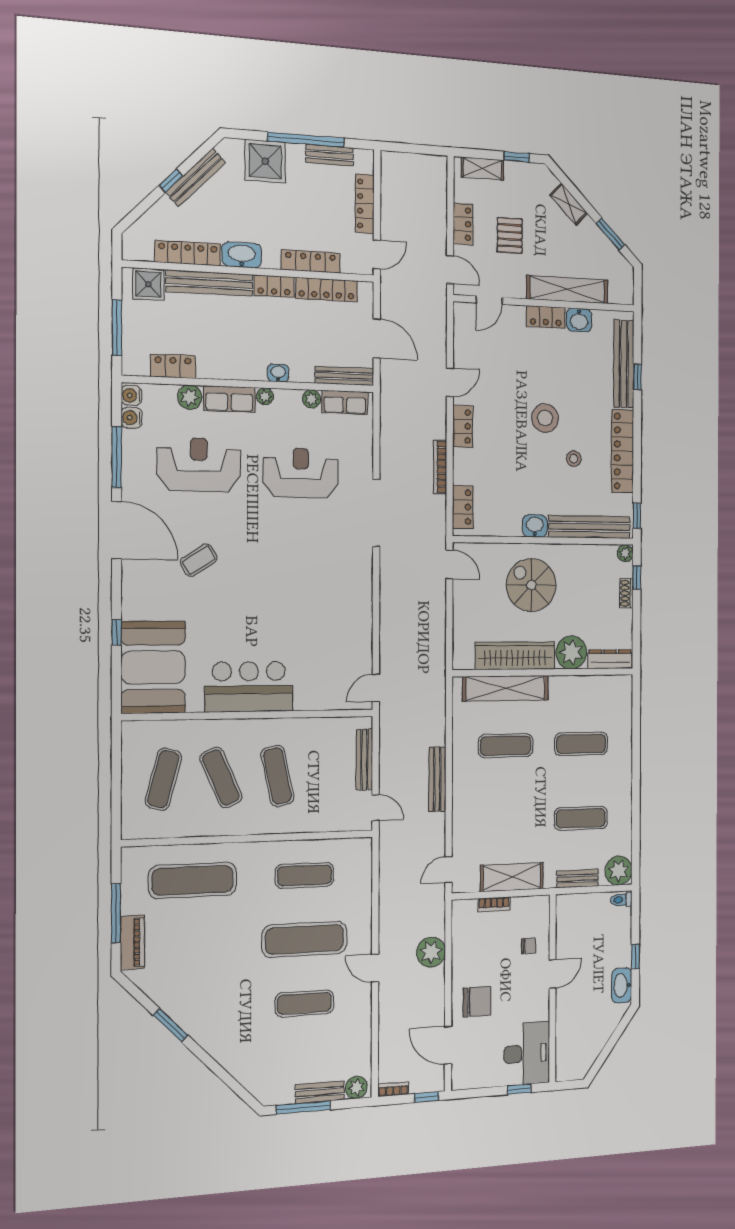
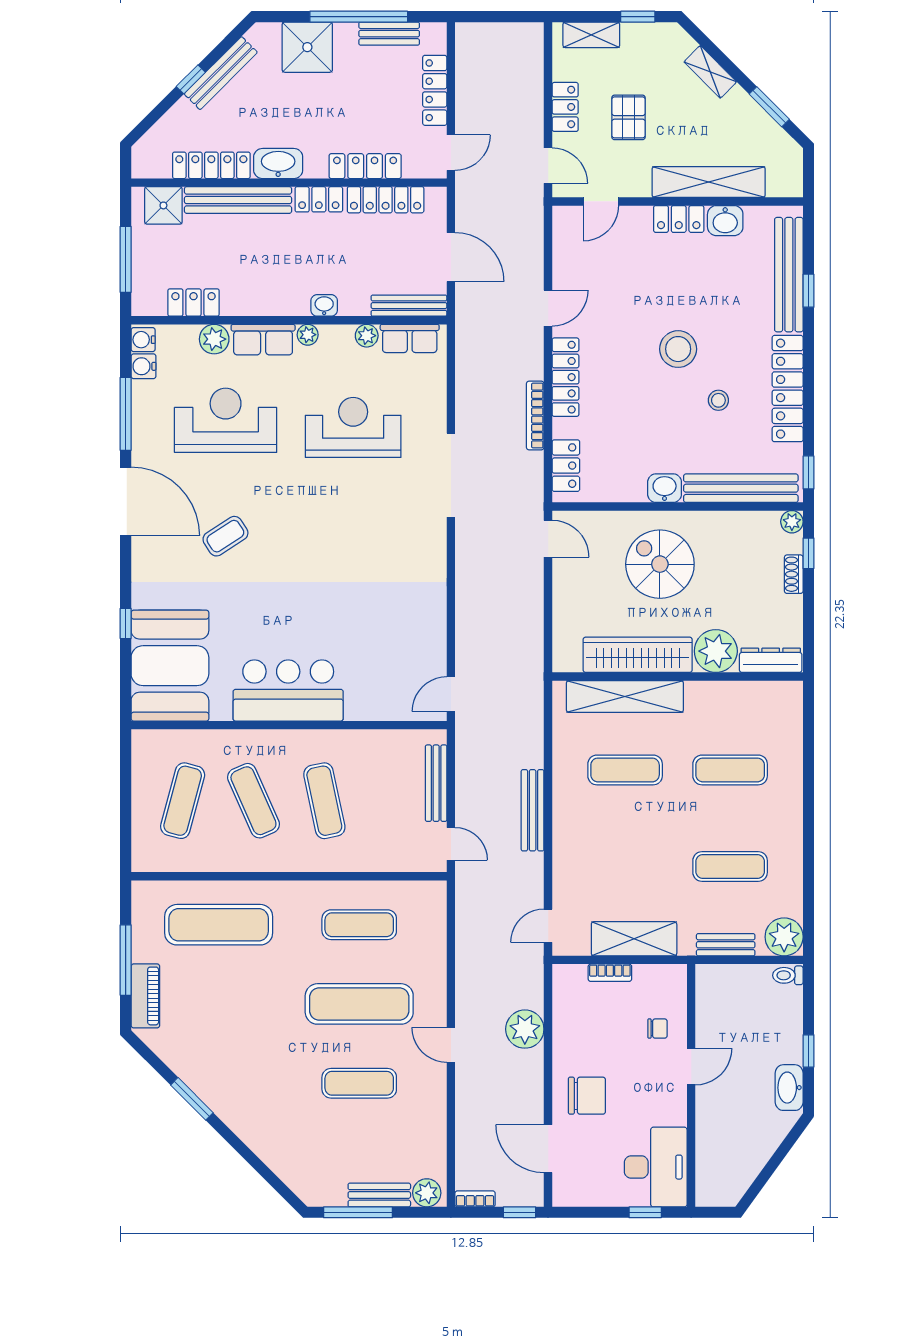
locker: (463, 426) -> (565, 377), width x1.53

